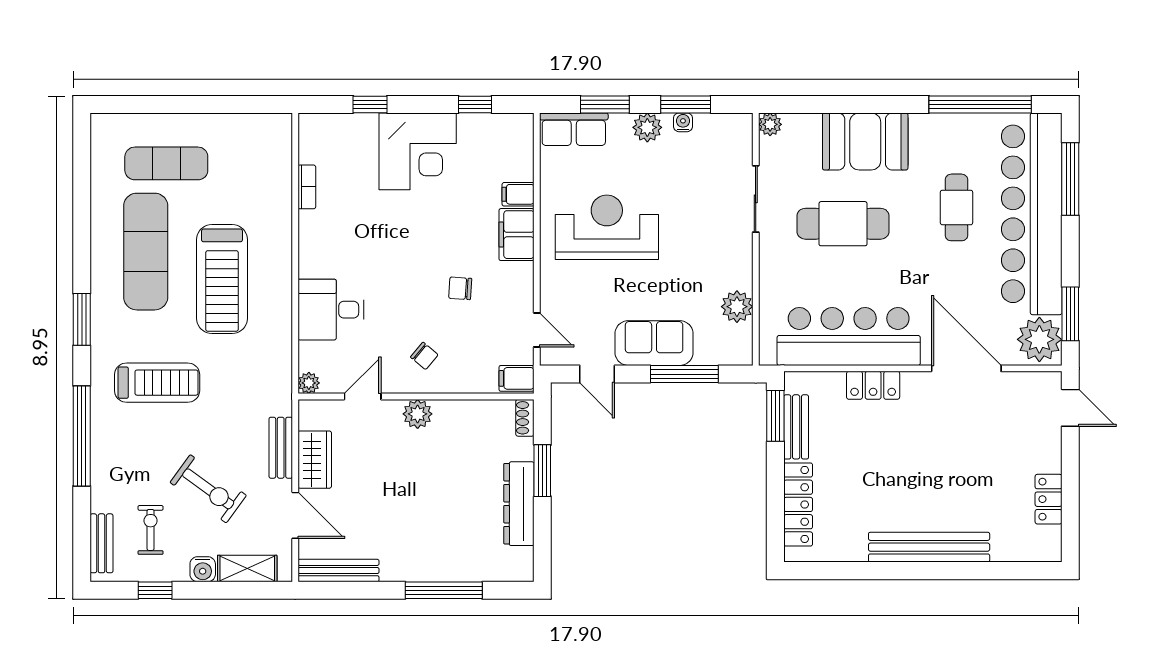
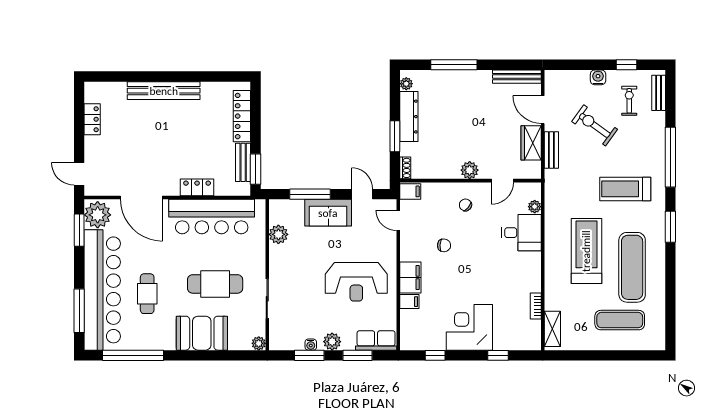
plant: (309, 383) -> (535, 207), moved
exercise bike: (151, 530) -> (629, 101), turned 180
plant: (523, 559) -> (406, 84), added
shelving: (247, 568) -> (552, 329), moved, turned 90

